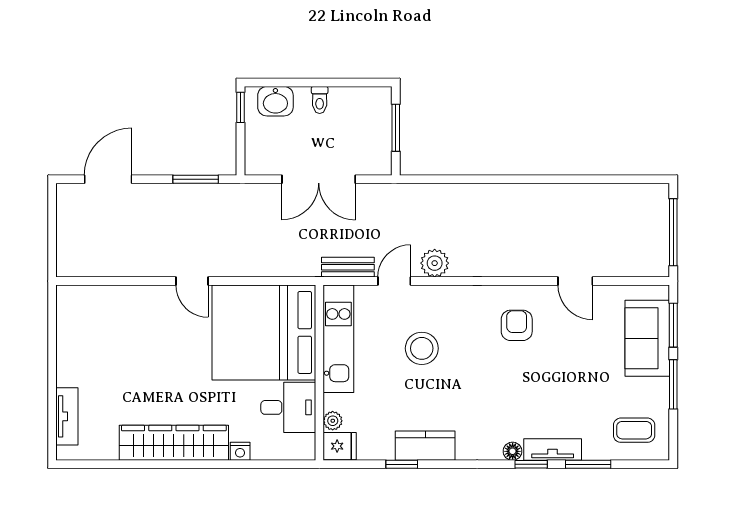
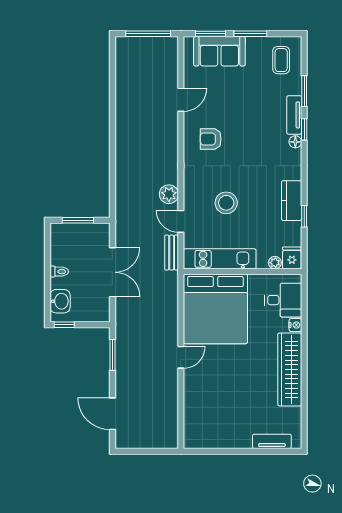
desk: (288, 407) -> (283, 300), moved, turned 90

